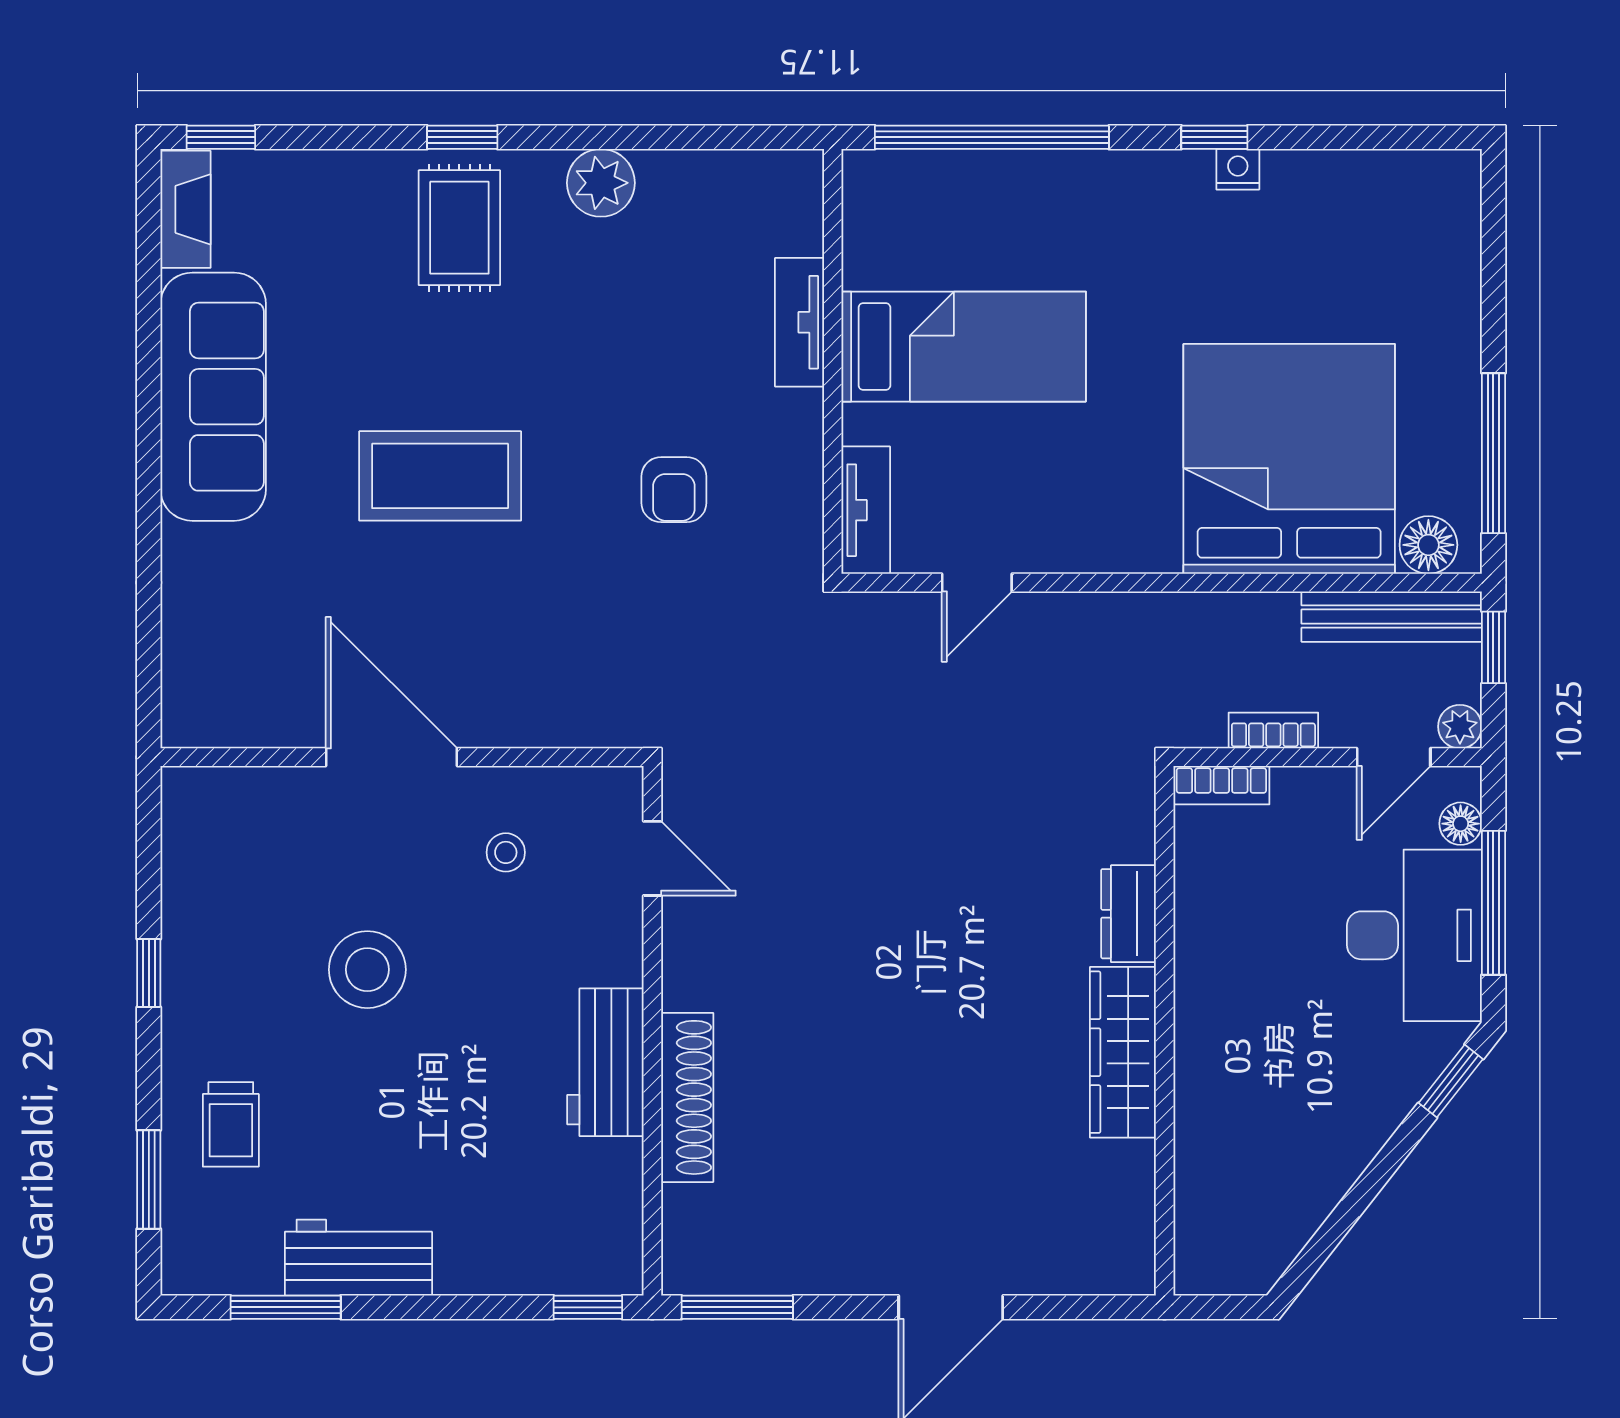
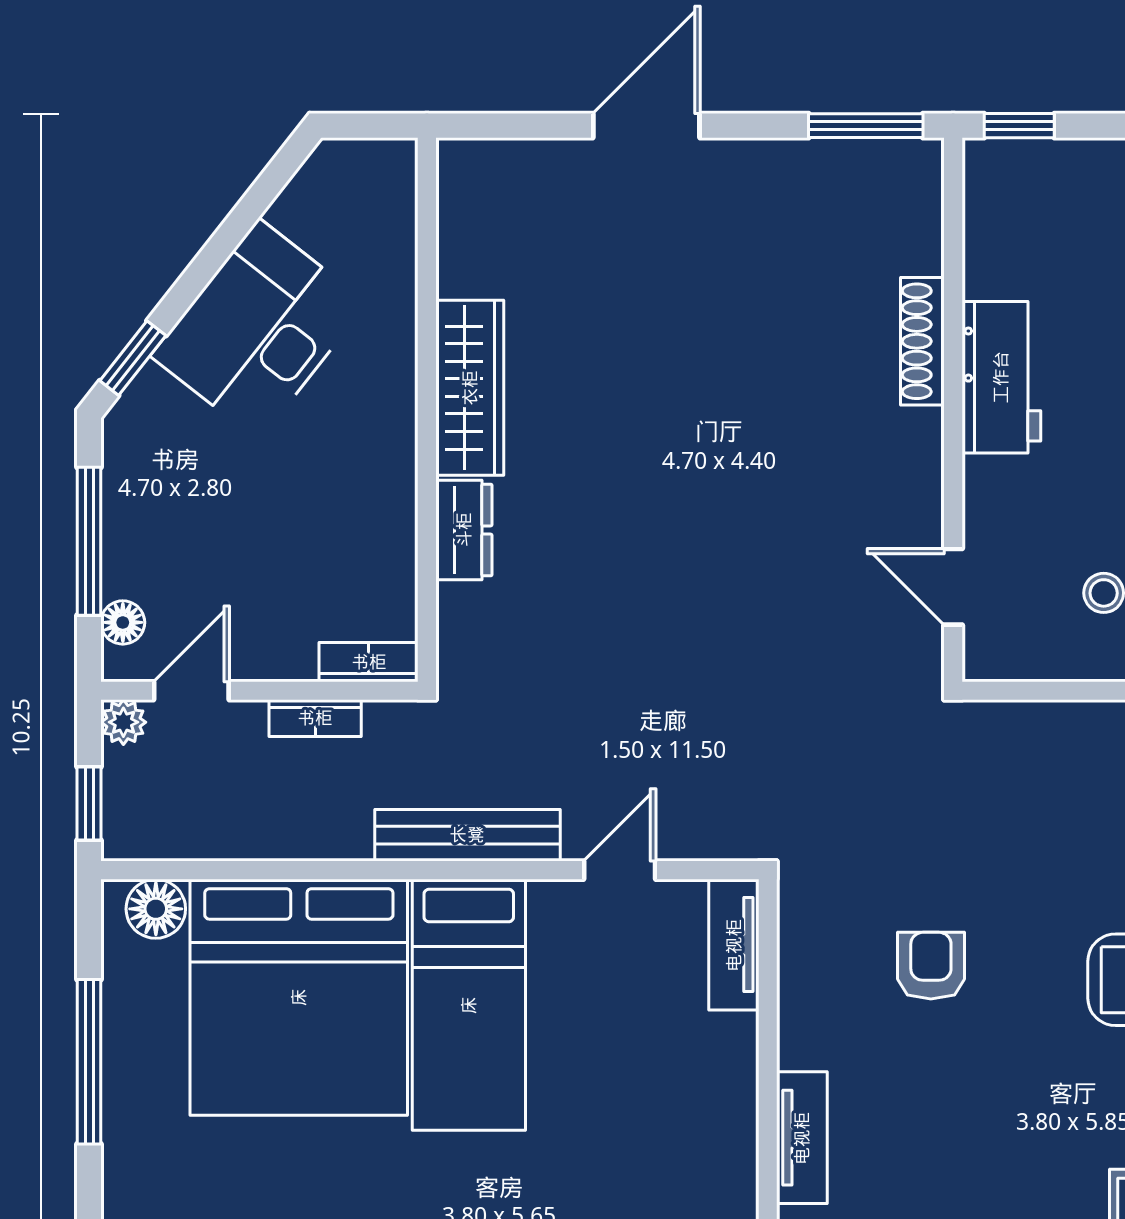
bed: (964, 347) -> (469, 1005), moved, turned -90
window: (1493, 453) -> (89, 1062), moved
bench: (1392, 617) -> (467, 835), moved
desk: (1414, 935) -> (259, 330), moved, turned 38
shoe rack: (687, 1097) -> (922, 341), width x0.74, depth x0.81

